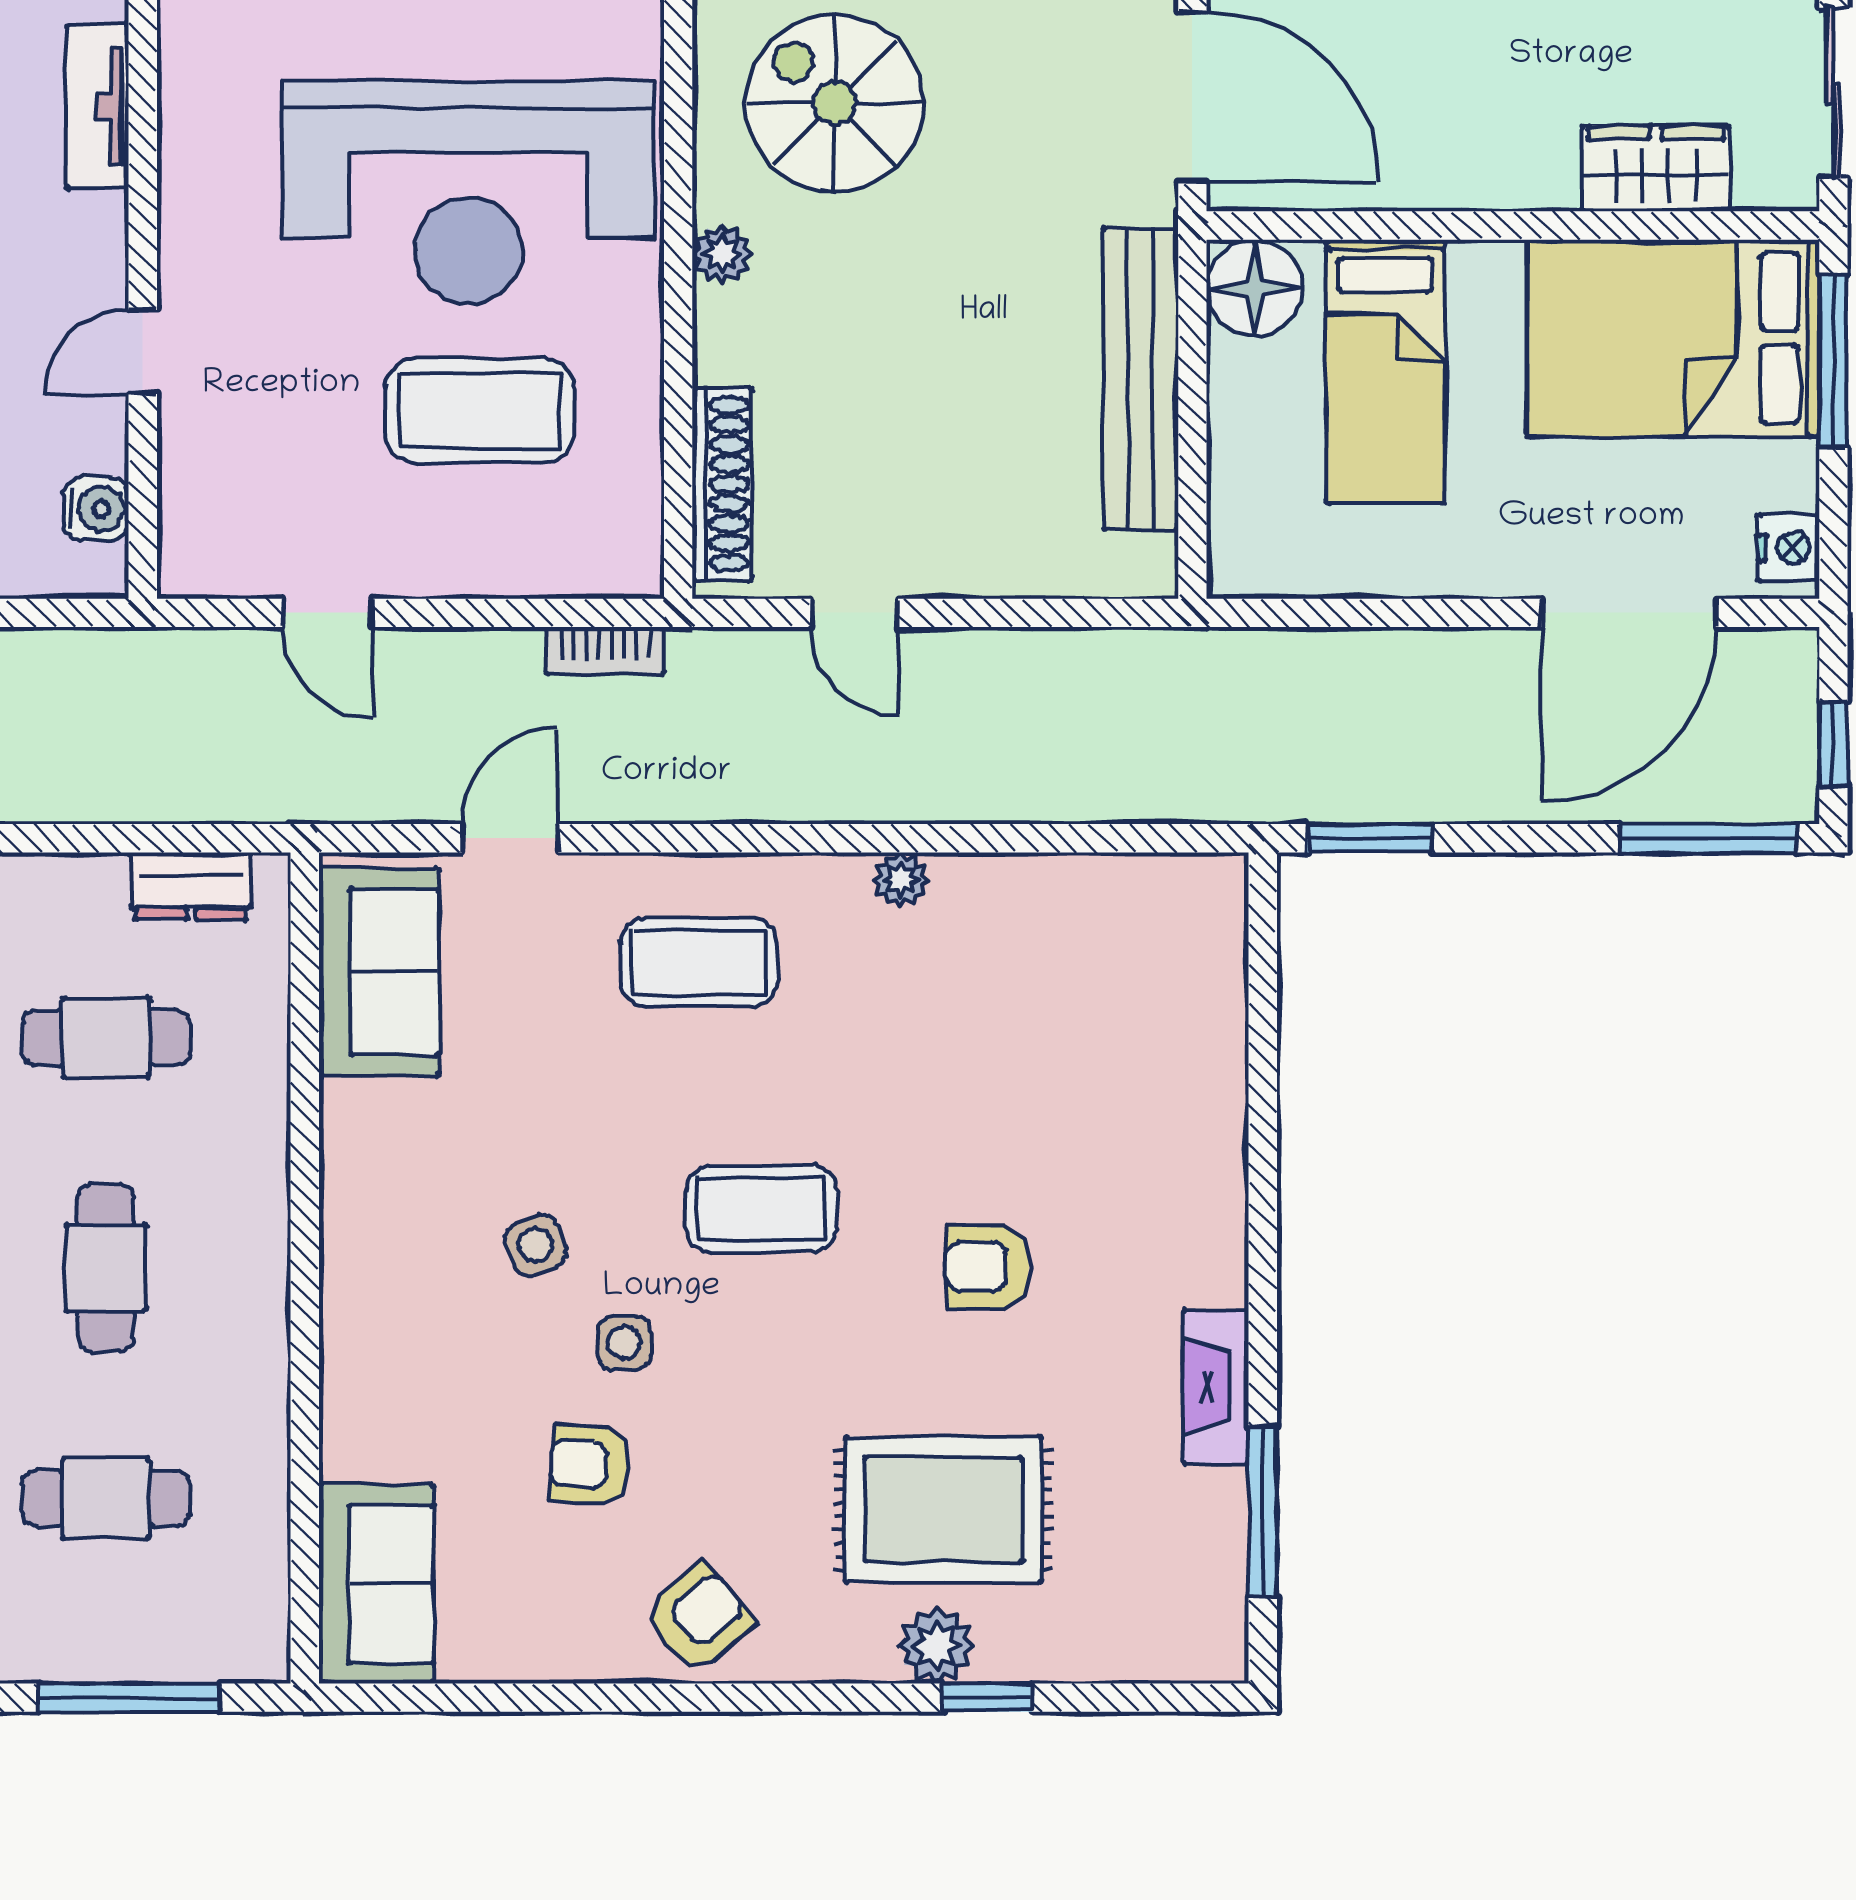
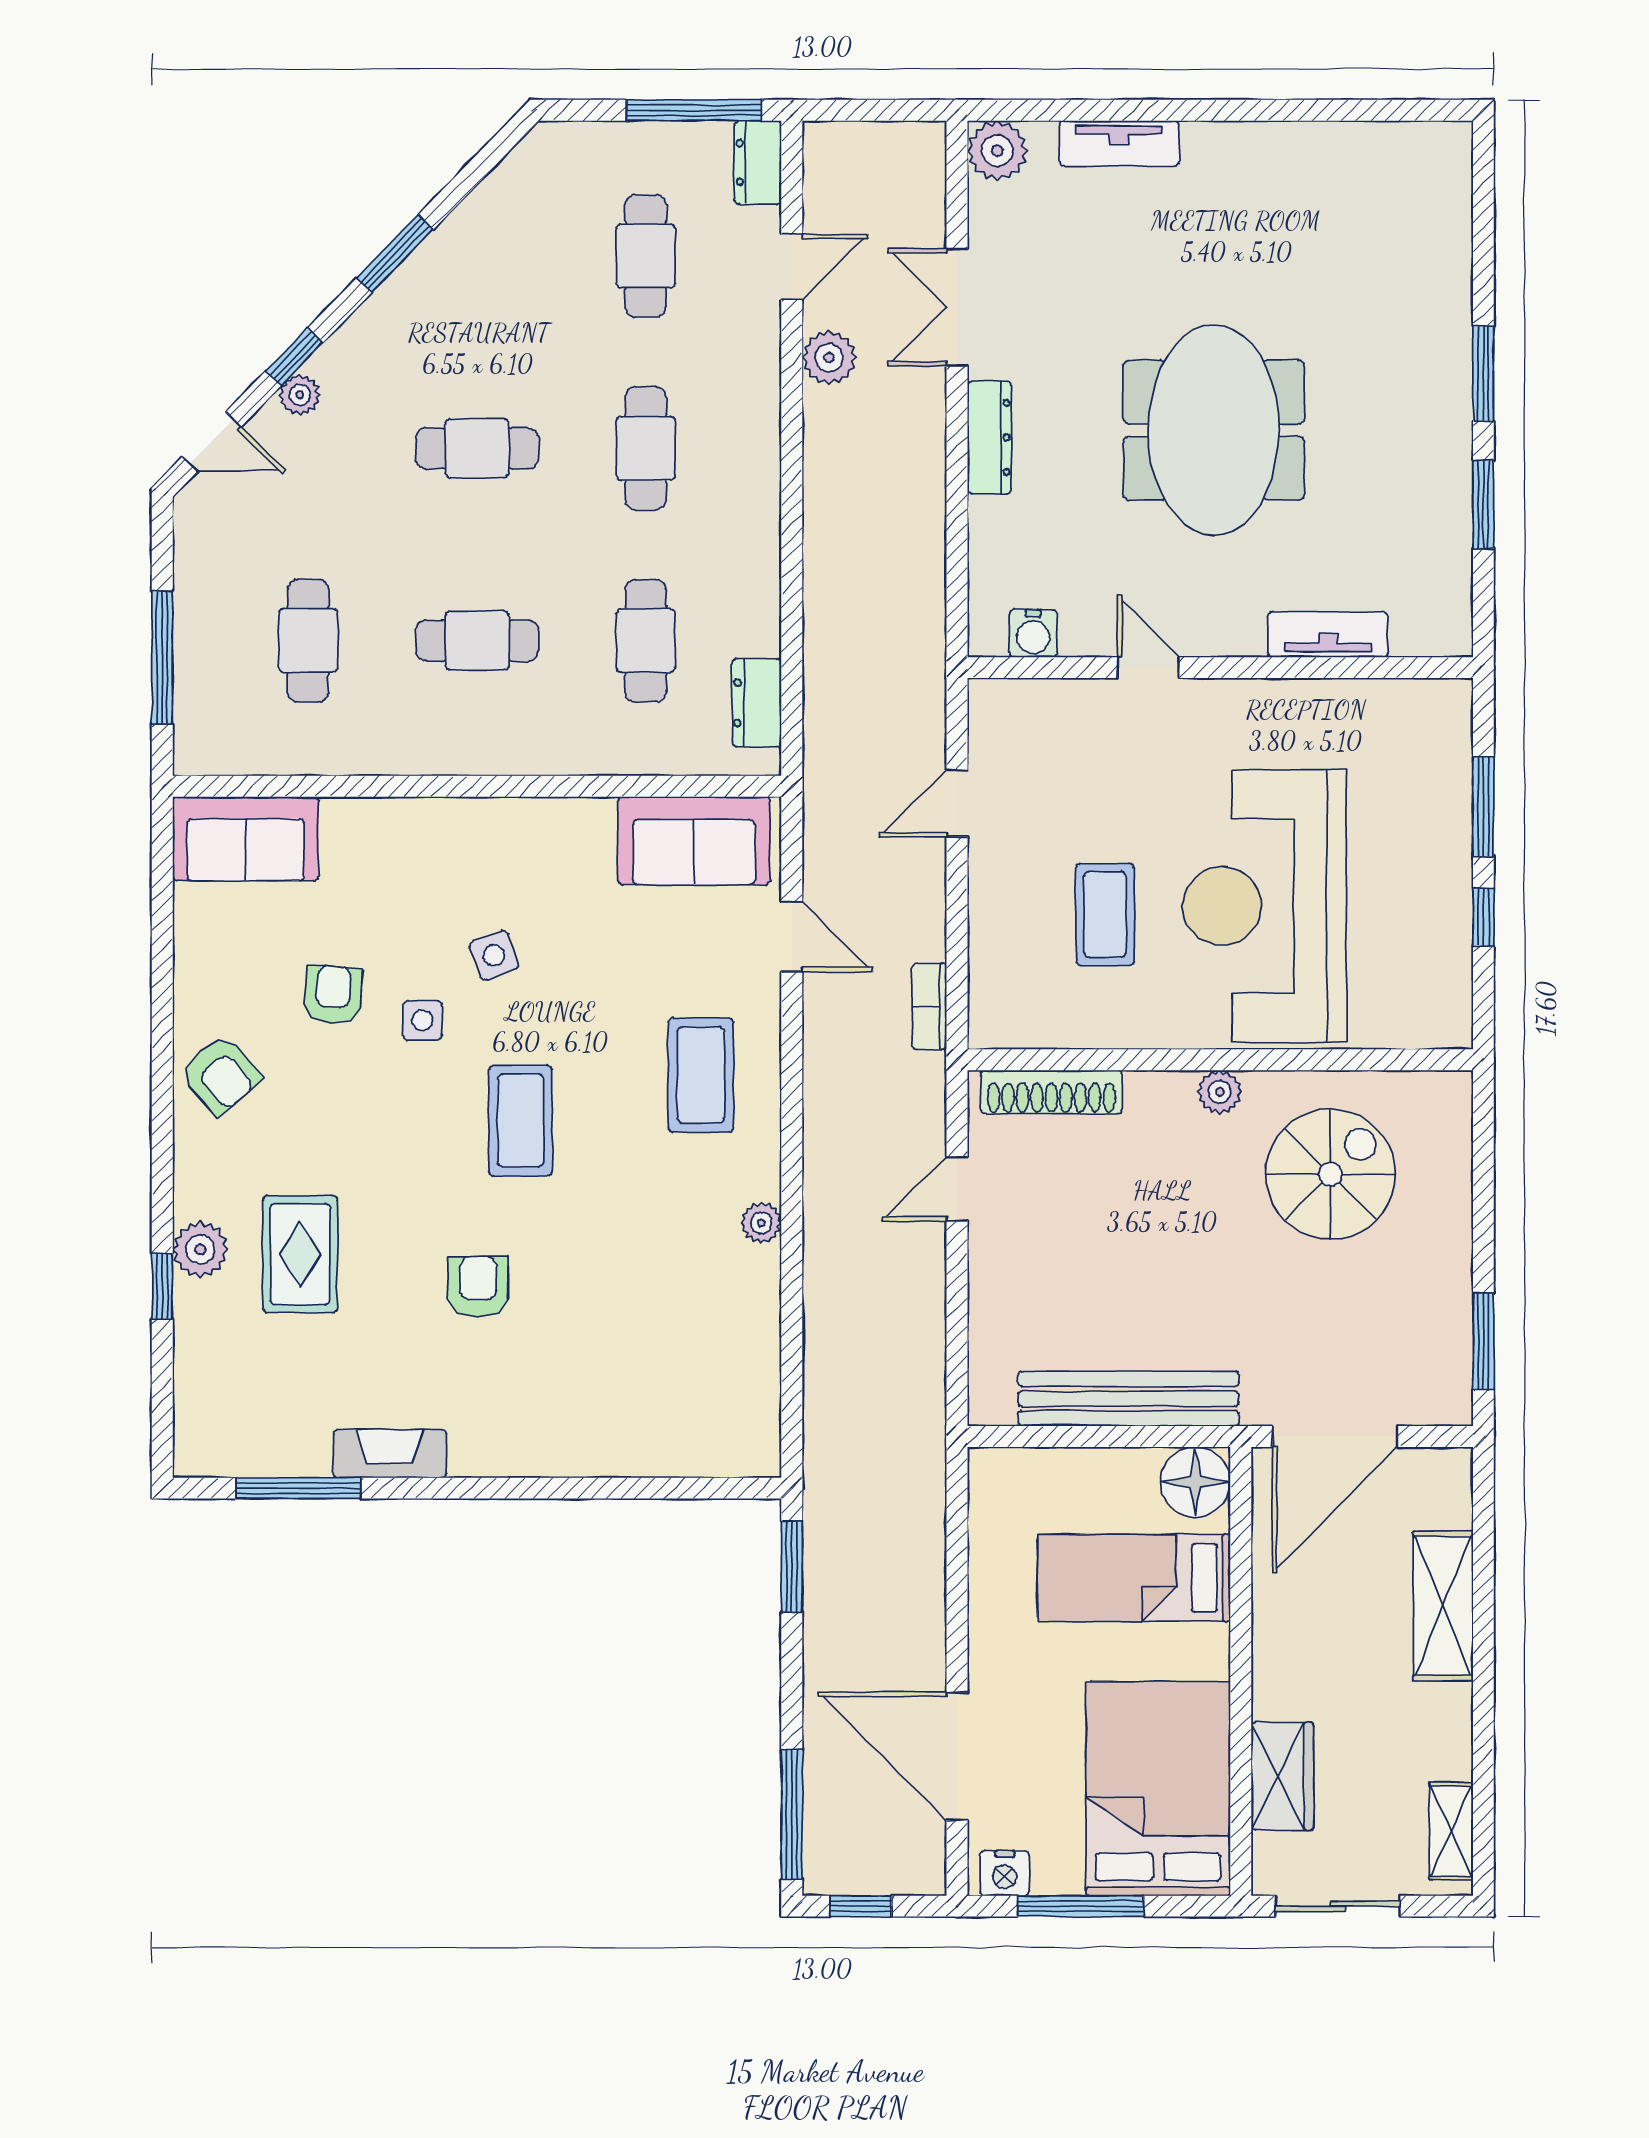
window: (1833, 361) -> (1081, 1906), moved
coffee table: (480, 411) -> (1105, 914), width x0.73, depth x0.76
rug: (943, 1510) -> (300, 1254), width x0.73, depth x0.70

